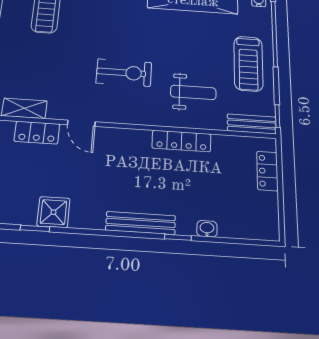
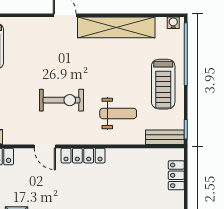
door: (81, 123) -> (45, 146), moved
locker: (181, 141) -> (83, 156), moved

